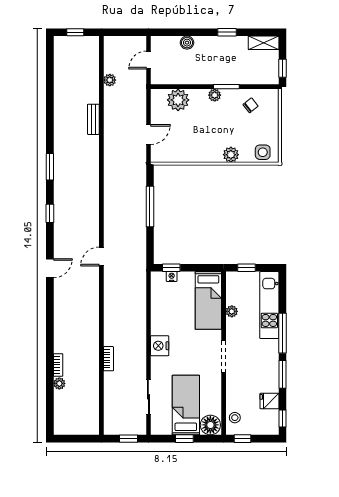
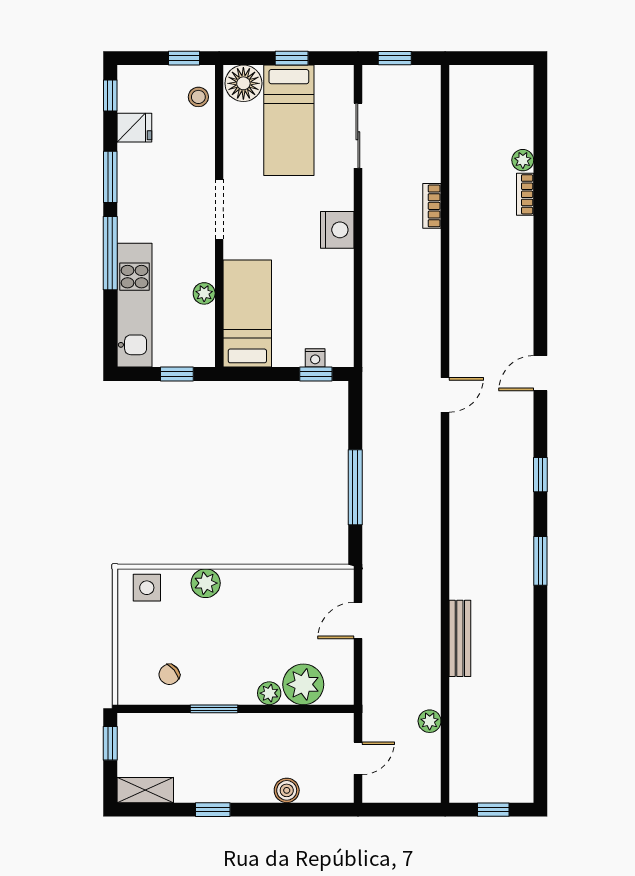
plant: (215, 95) -> (269, 693), moved
bench: (93, 119) -> (460, 638), width x1.36

